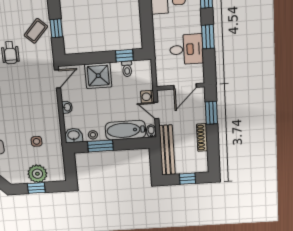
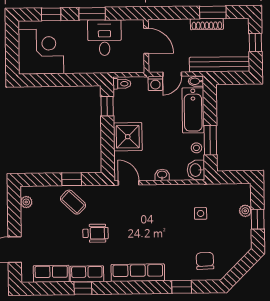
toilet: (127, 69) -> (122, 84), moved
window: (211, 113) -> (213, 12), moved
plant: (37, 174) -> (245, 211), width x0.53, depth x0.53

